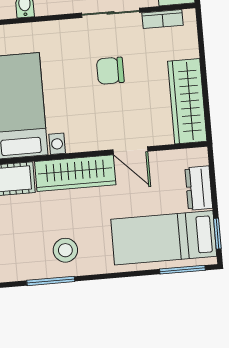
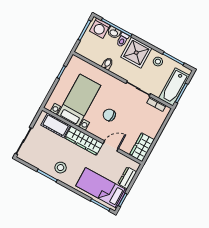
chair: (110, 71) -> (109, 115), moved
wardrobe: (187, 101) -> (142, 147), width x0.67
door: (130, 151) -> (111, 146), swing flipped

